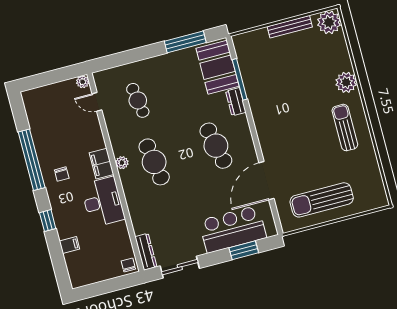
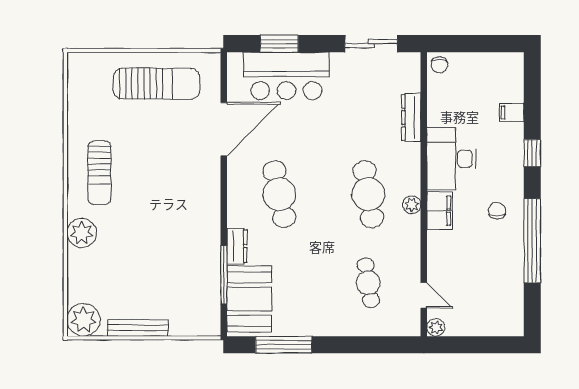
dresser: (146, 252) -> (411, 117), moved

